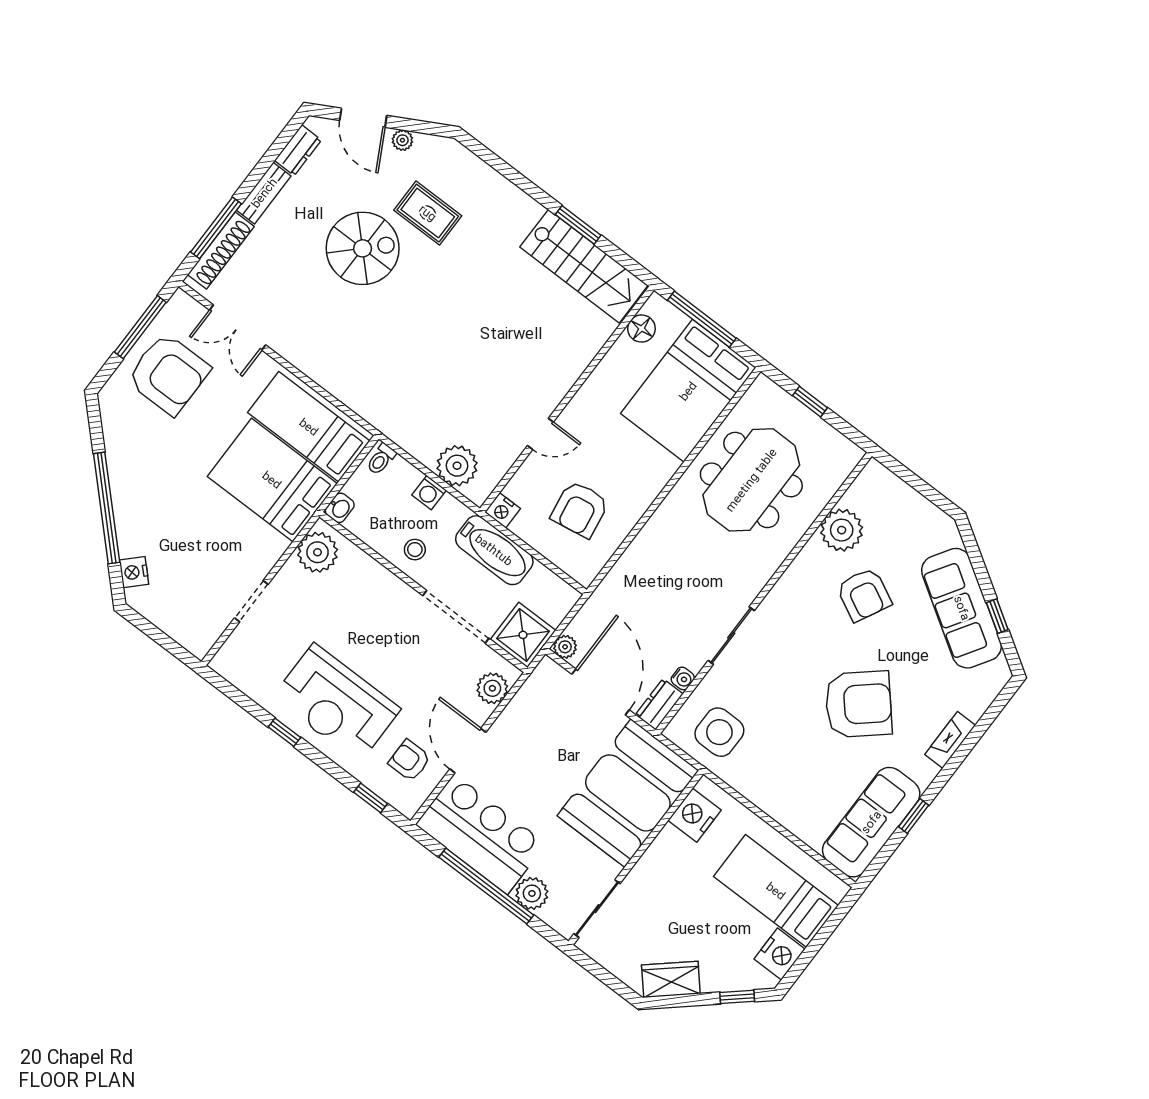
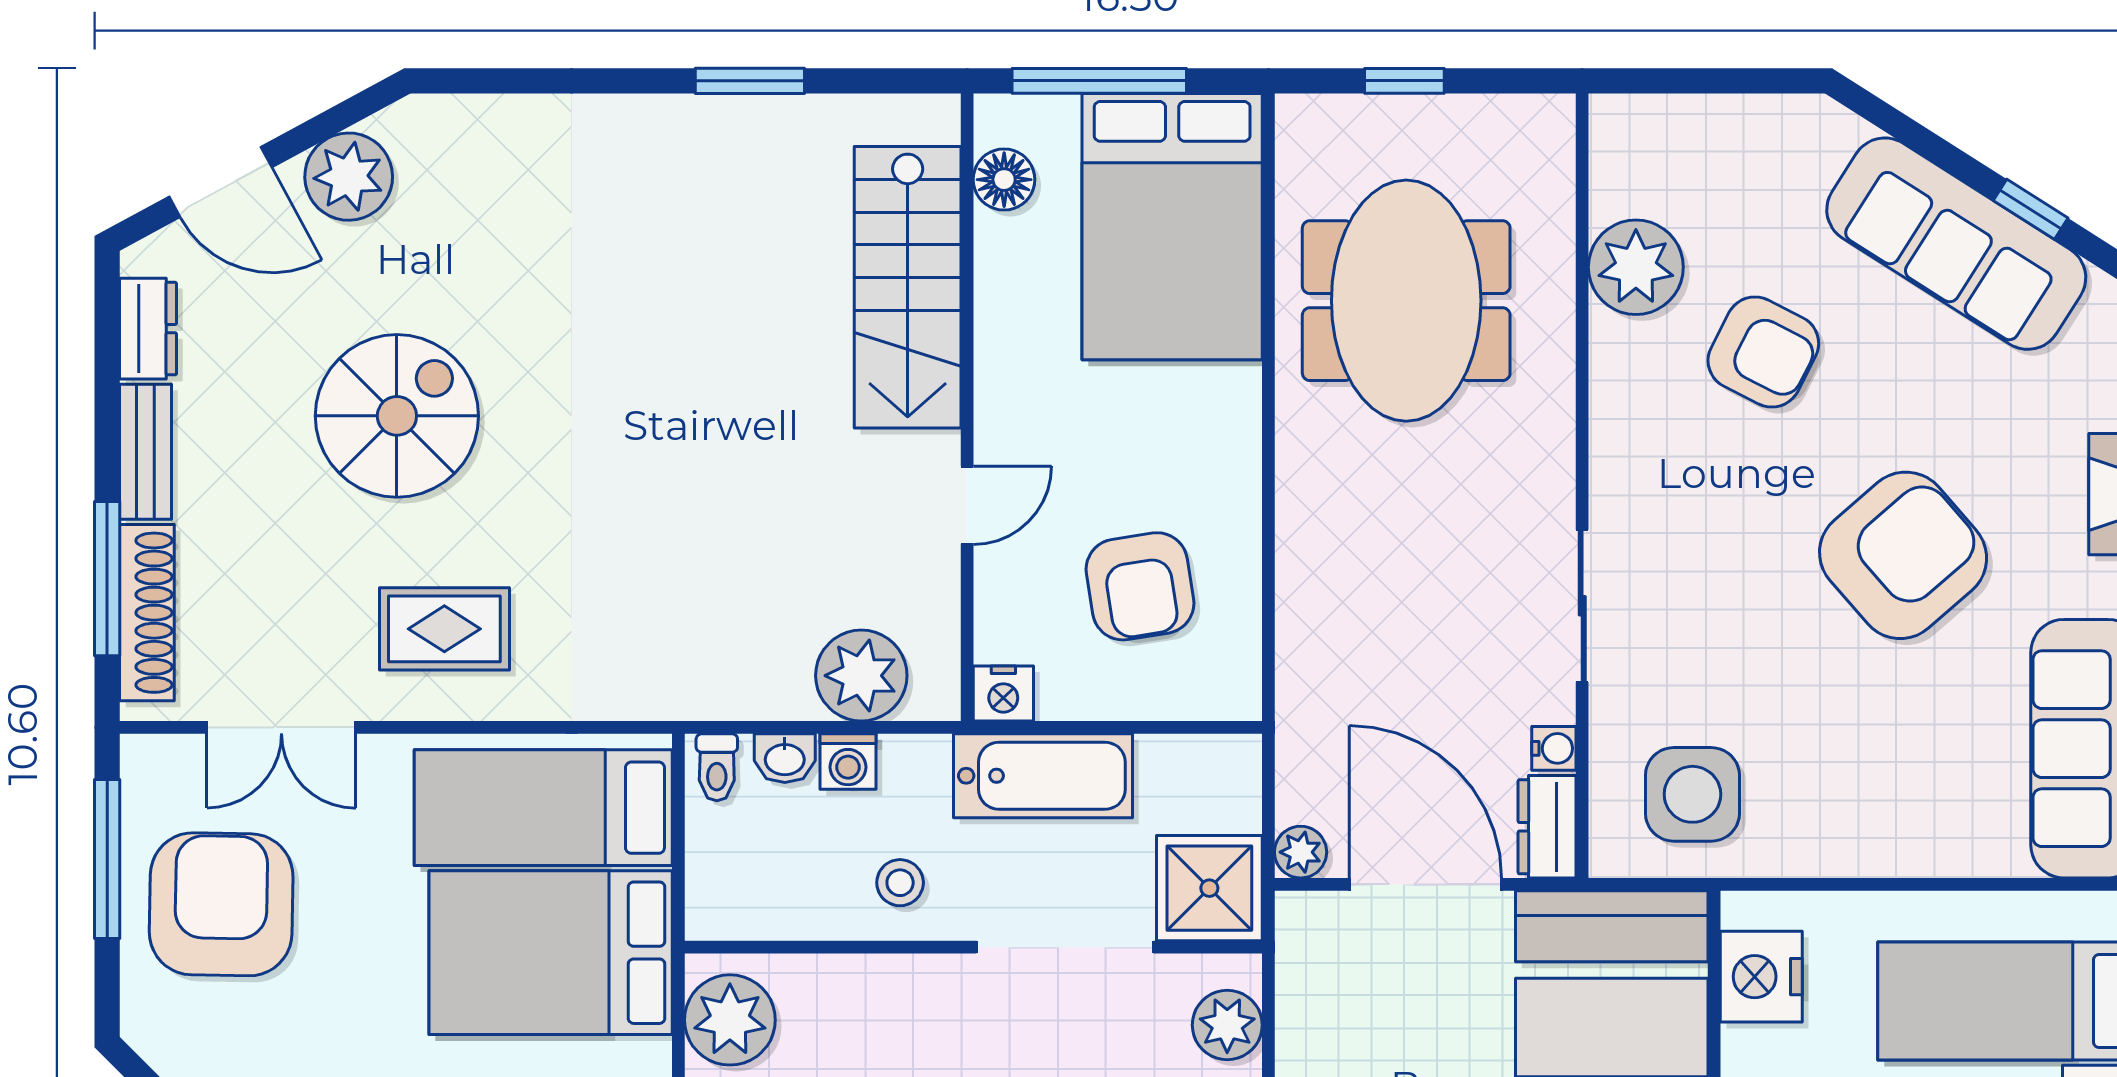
plant: (402, 140) -> (349, 177), width x1.88, depth x1.88
rug: (428, 213) -> (444, 629), moved
stairs: (584, 266) -> (908, 287), moved, turned 90
armchair: (168, 374) -> (221, 904), turned -89
washbasin: (340, 508) -> (785, 758), moved, turned 90

